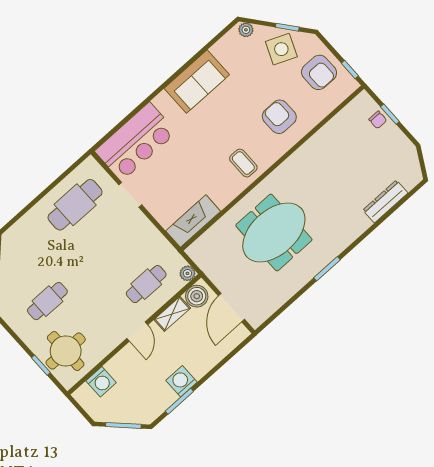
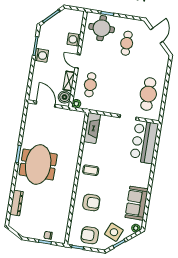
sofa: (197, 82) -> (137, 203), moved
meeting table: (274, 232) -> (38, 165), moved
washing machine: (101, 382) -> (74, 39), moved

